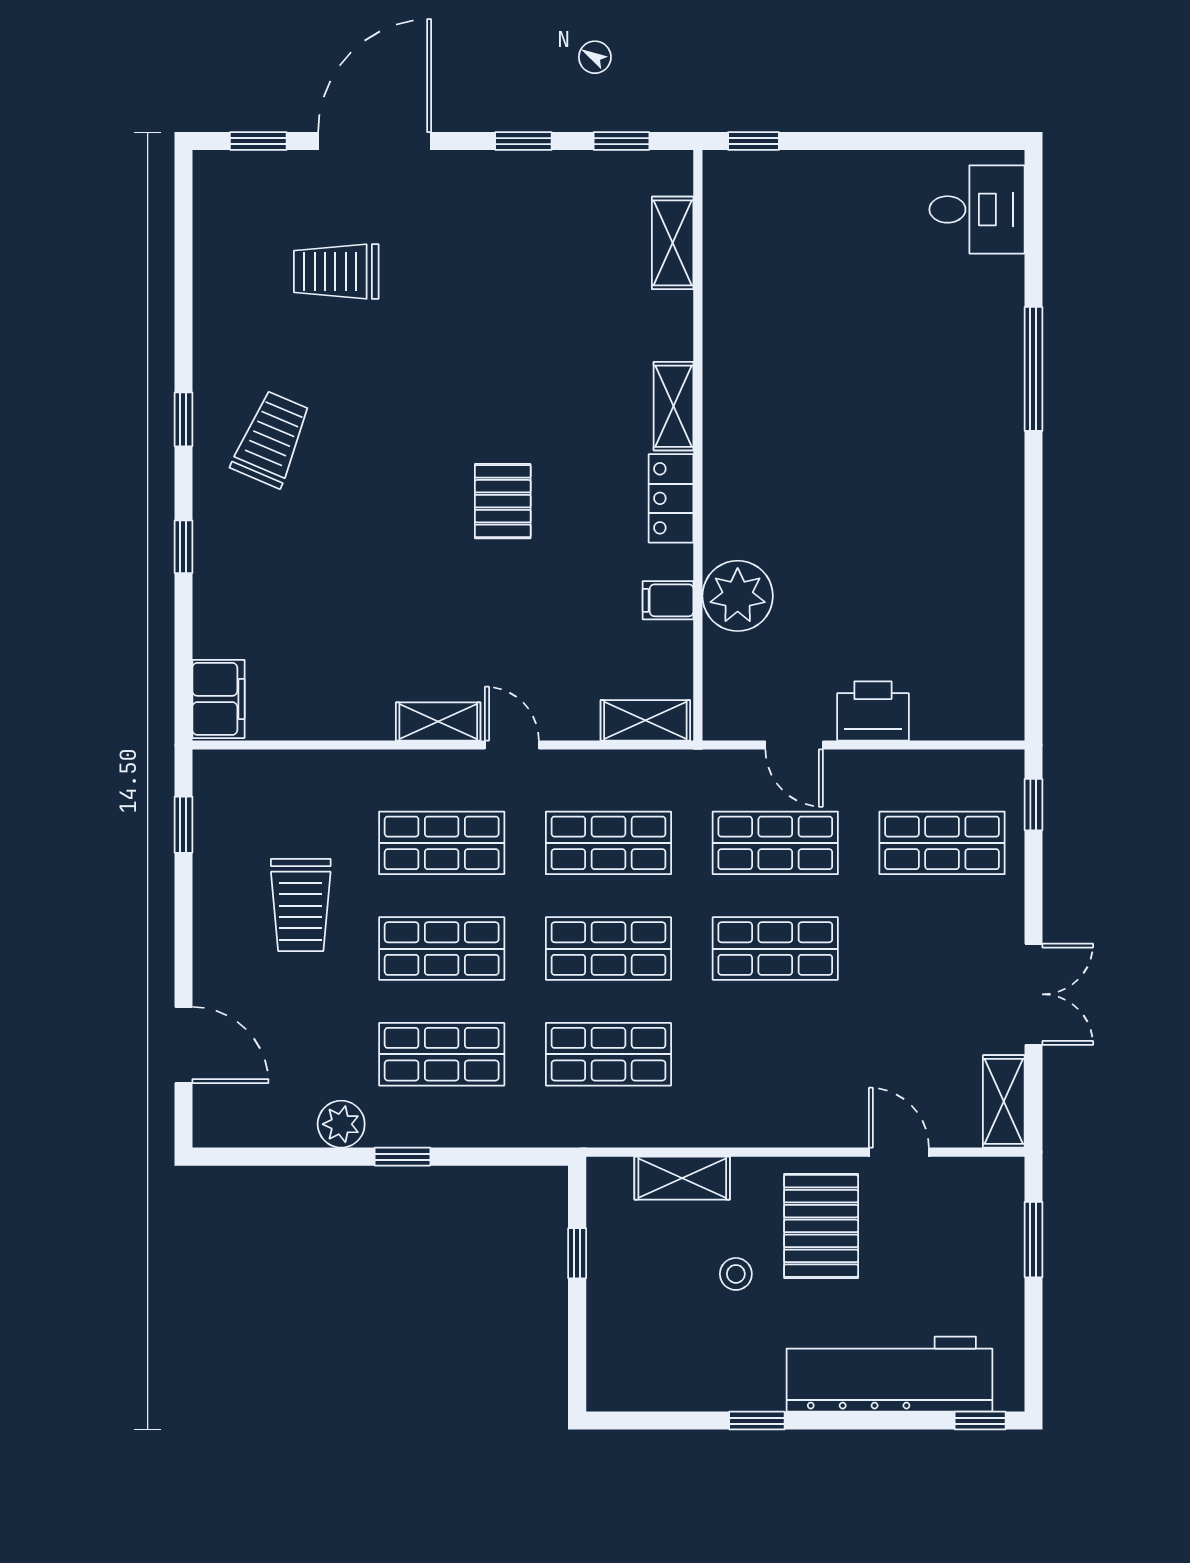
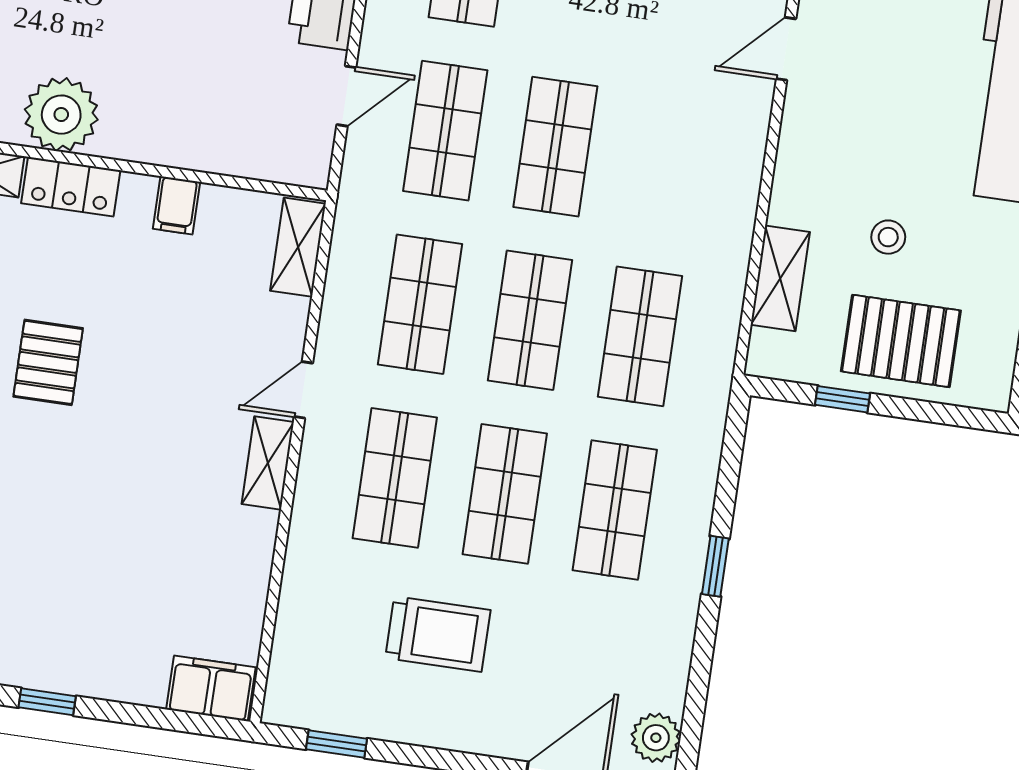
pallet: (503, 501) -> (48, 362), turned 90
plant: (738, 596) -> (61, 115), moved
plant: (341, 1124) -> (656, 738), moved
pallet: (821, 1226) -> (901, 341), moved

